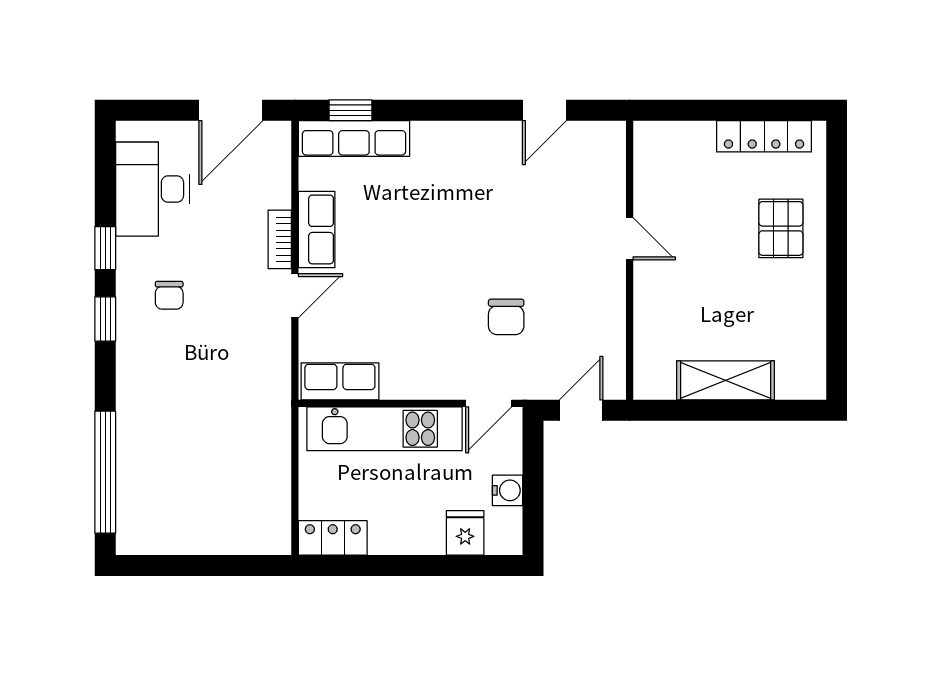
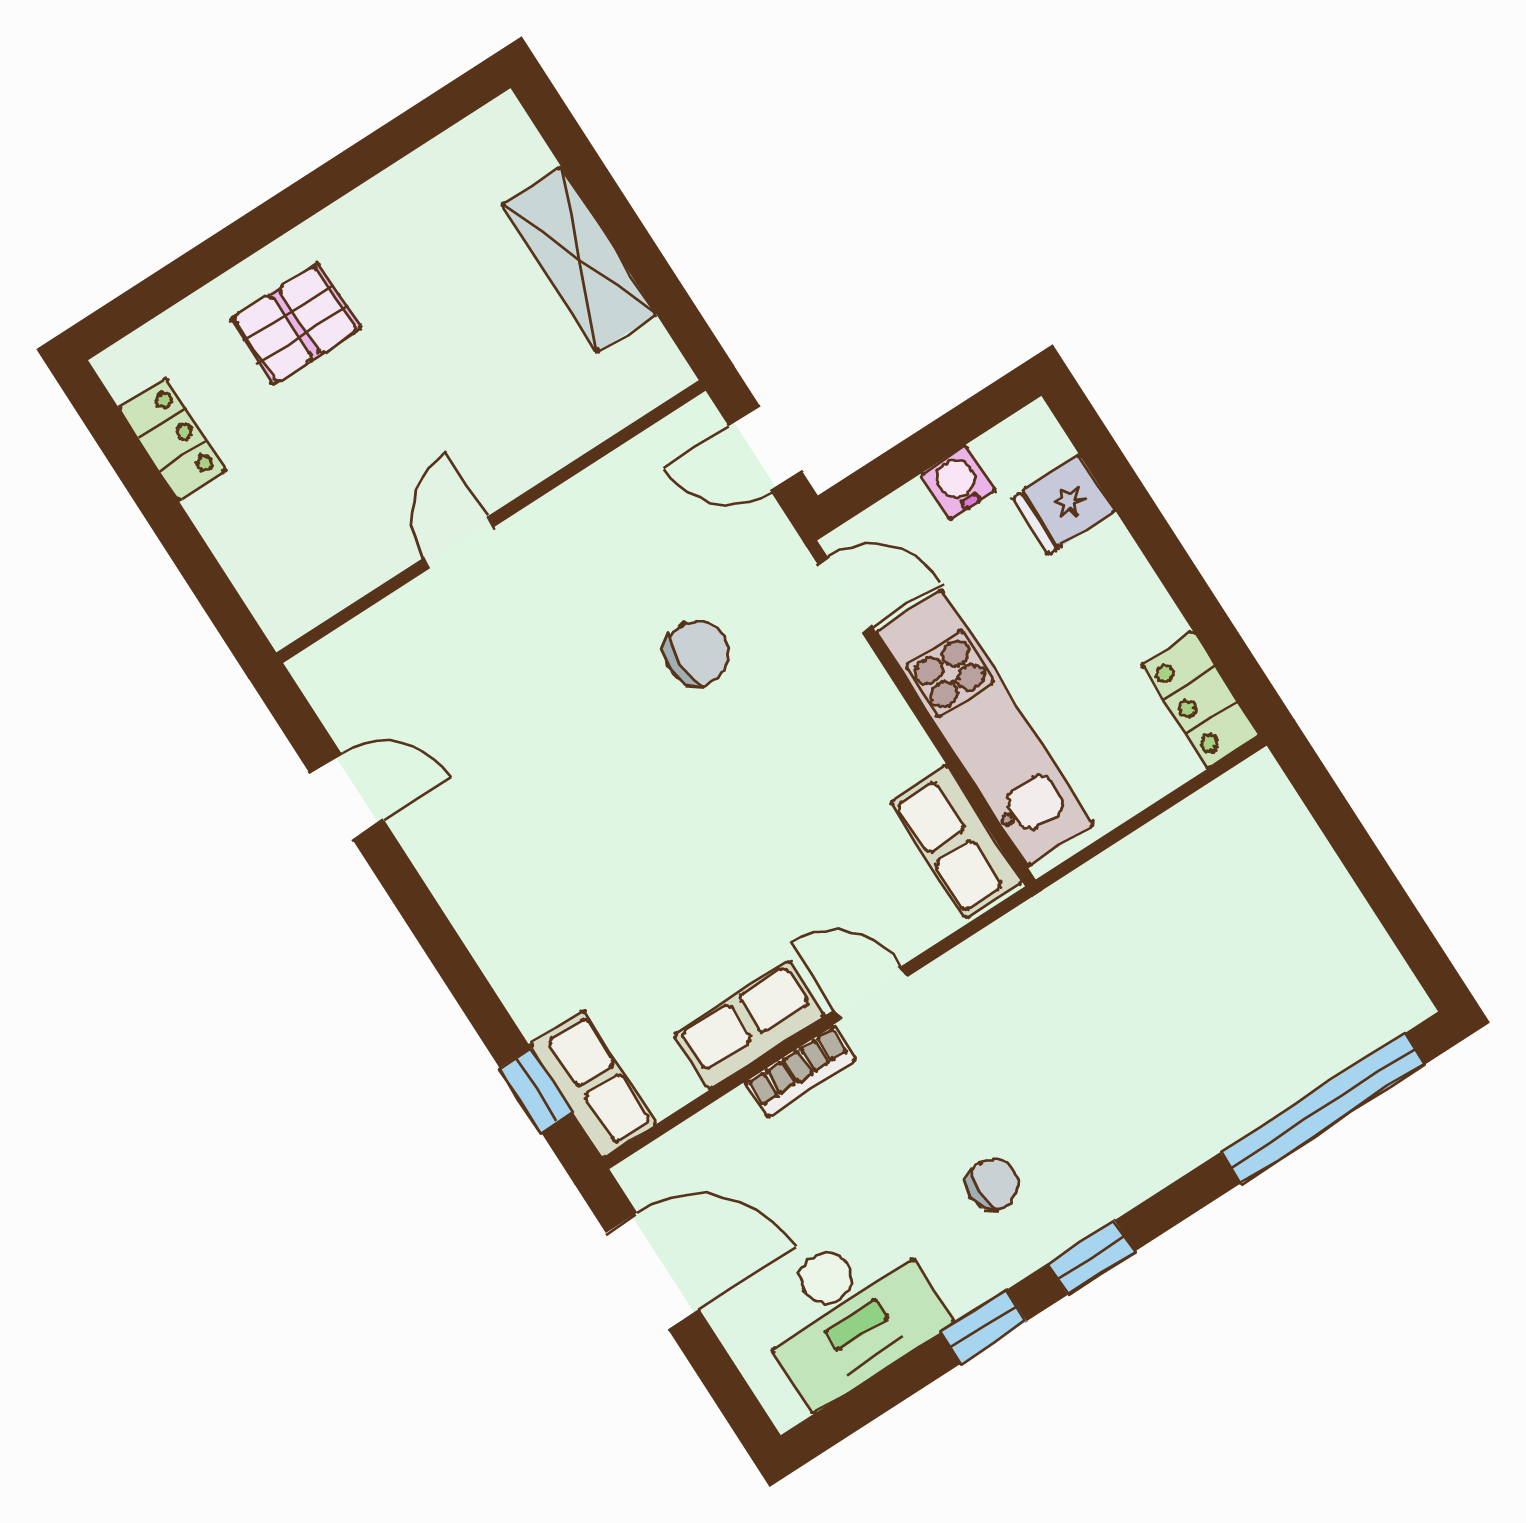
locker: (764, 136) -> (172, 439), width x0.66
row of seats: (354, 138) -> (593, 1084), width x0.68

